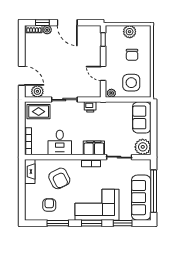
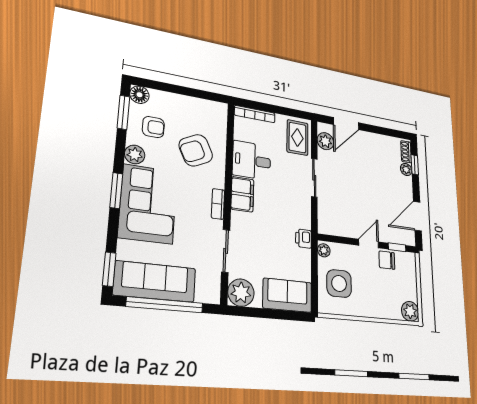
door: (67, 23) -> (417, 216), moved
plant: (130, 32) -> (410, 311), moved
chair: (132, 55) -> (387, 260), moved
door: (103, 73) -> (369, 244), moved
printer: (90, 107) -> (303, 239), moved
filing cabinet: (94, 148) -> (242, 194), moved
fireplace: (30, 172) -> (209, 108), removed
plant: (68, 214) -> (135, 155), added
floor lamp: (30, 215) -> (139, 95), added
window: (58, 223) -> (123, 112), moved
window: (123, 223) -> (109, 269), moved

